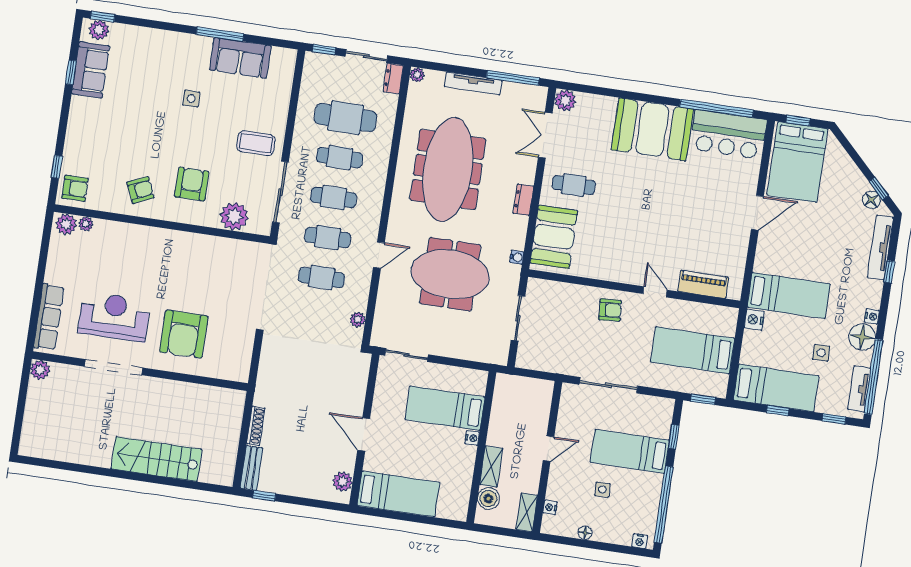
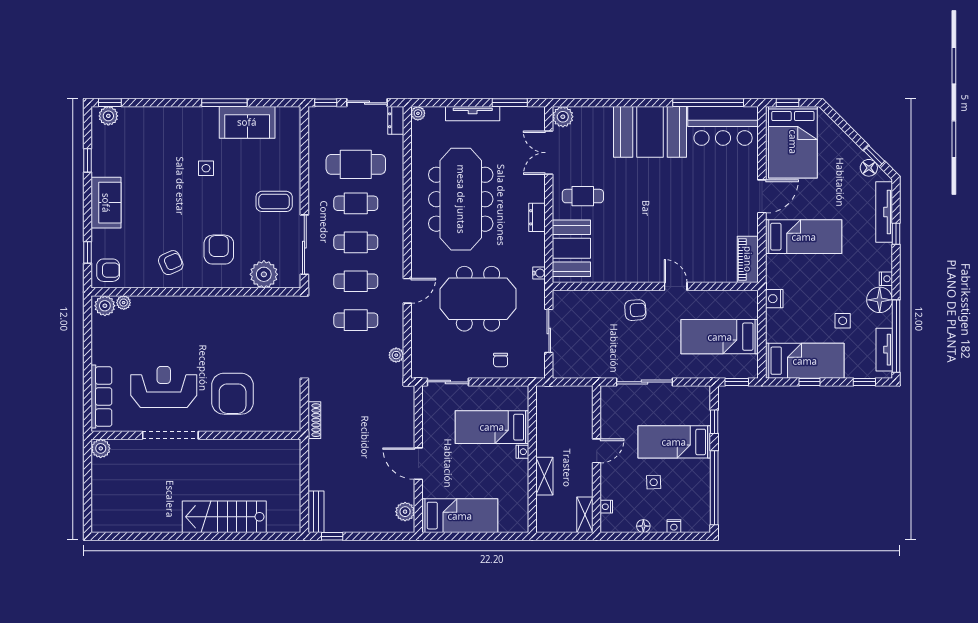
sofa: (91, 70) -> (106, 203), moved
window: (513, 78) -> (510, 103), width x0.69
piano: (703, 284) -> (748, 259), moved, turned -90
bed: (789, 295) -> (804, 237), moved
chair: (464, 341) -> (501, 360), added
shoe rack: (256, 426) -> (314, 420), moved
boiler: (488, 499) -> (546, 507), removed
nightstand: (640, 541) -> (674, 526), moved

